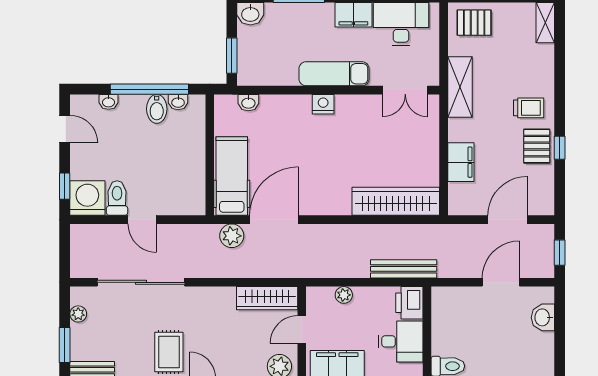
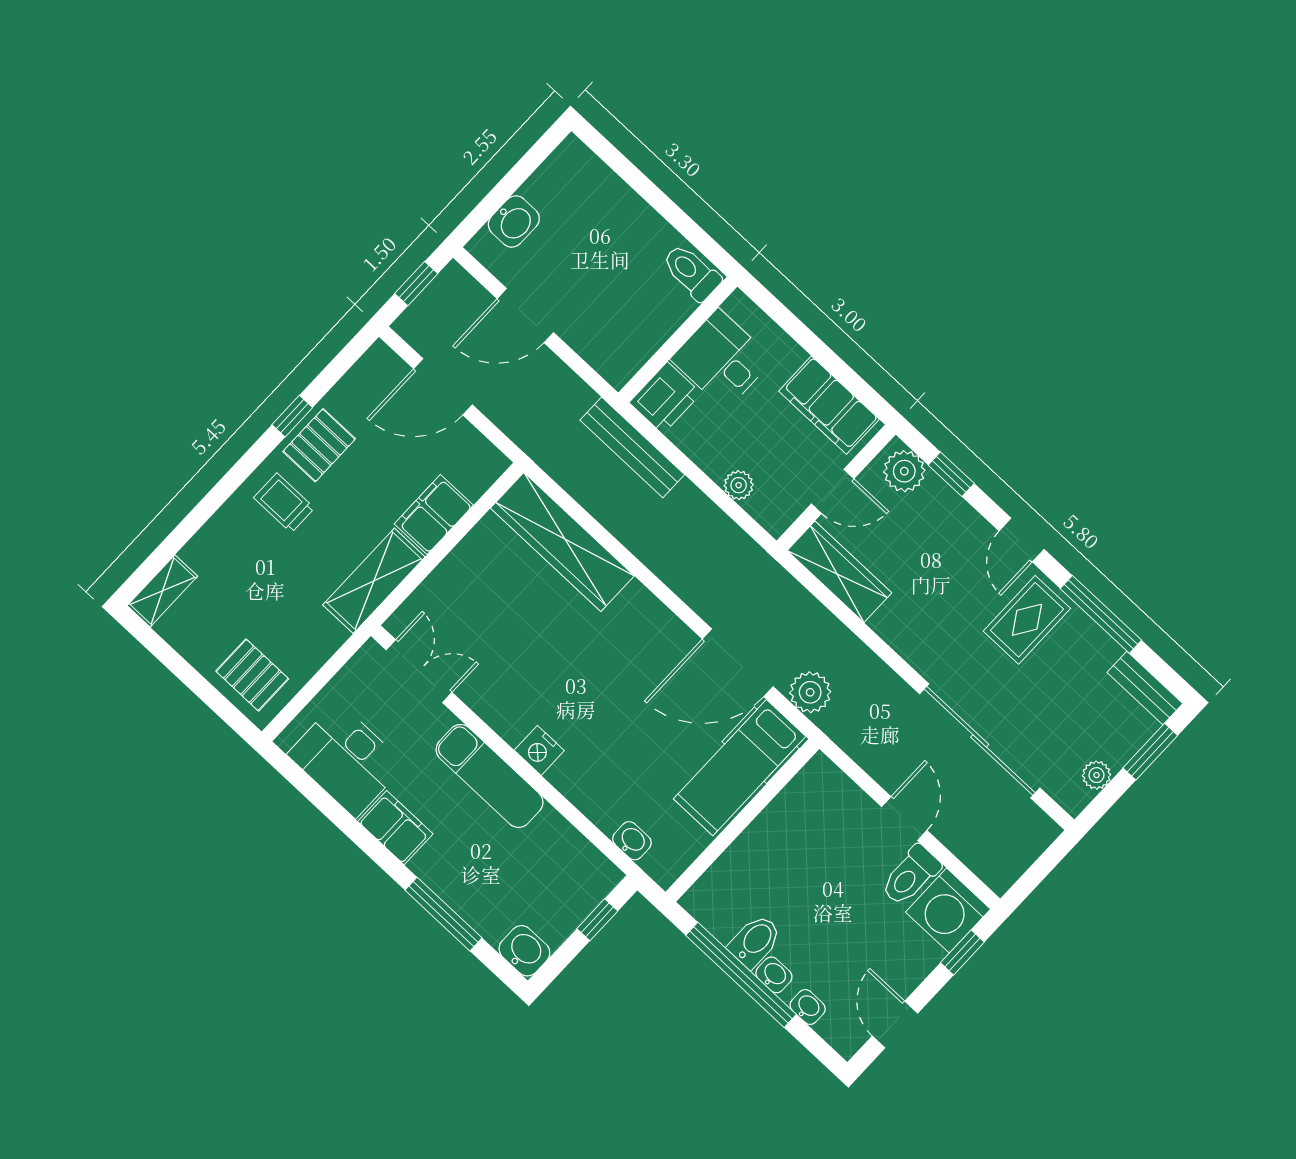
window: (232, 56) -> (597, 920), width x0.67
shelving: (460, 87) -> (374, 581), moved
washbasin: (178, 102) -> (774, 975), moved

